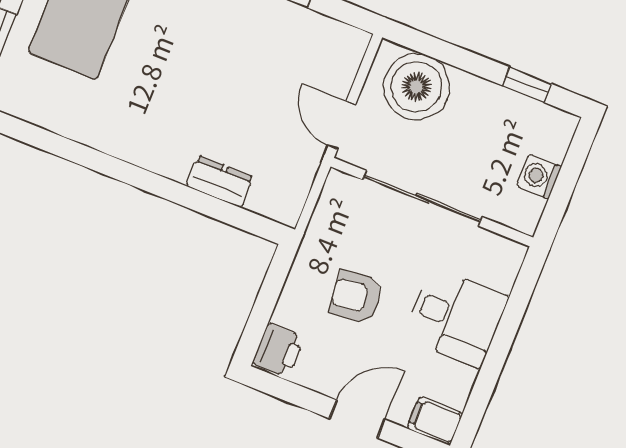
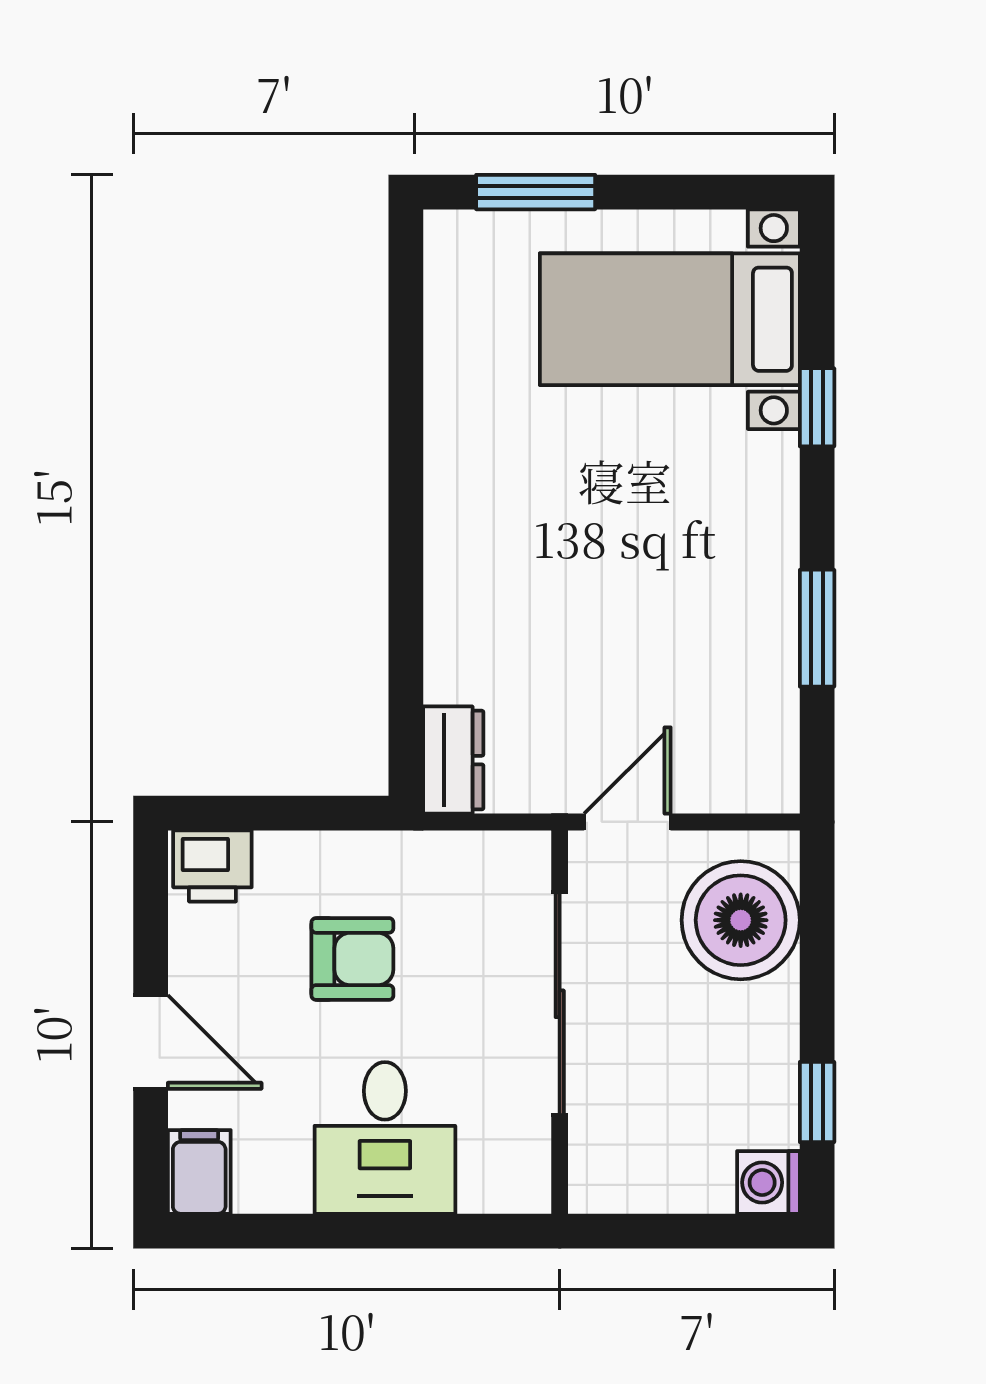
washing machine: (539, 176) -> (768, 1182), moved, turned -90
dresser: (220, 181) -> (453, 760), moved
armchair: (356, 297) -> (352, 959), turned 97

